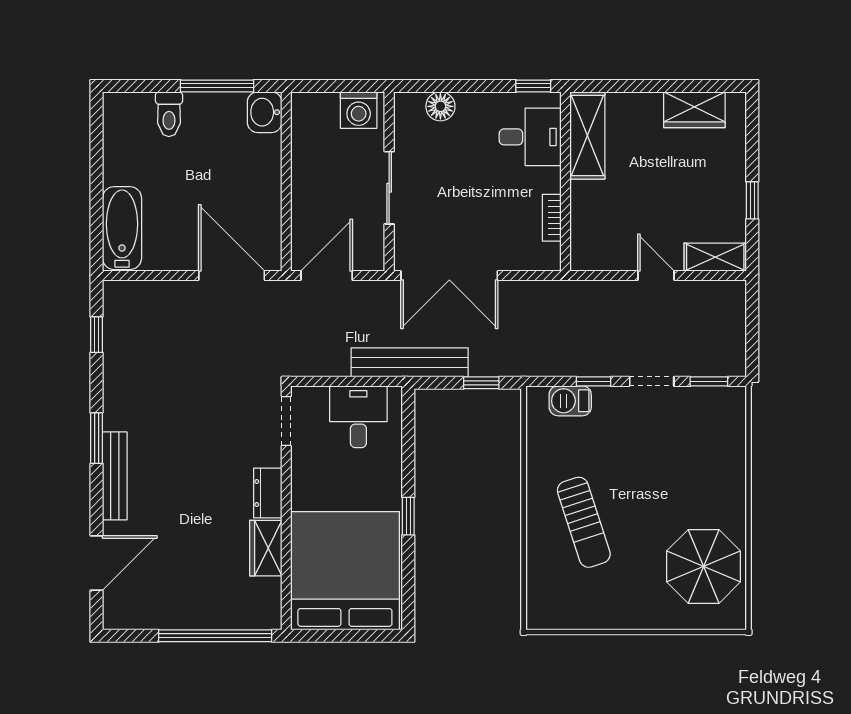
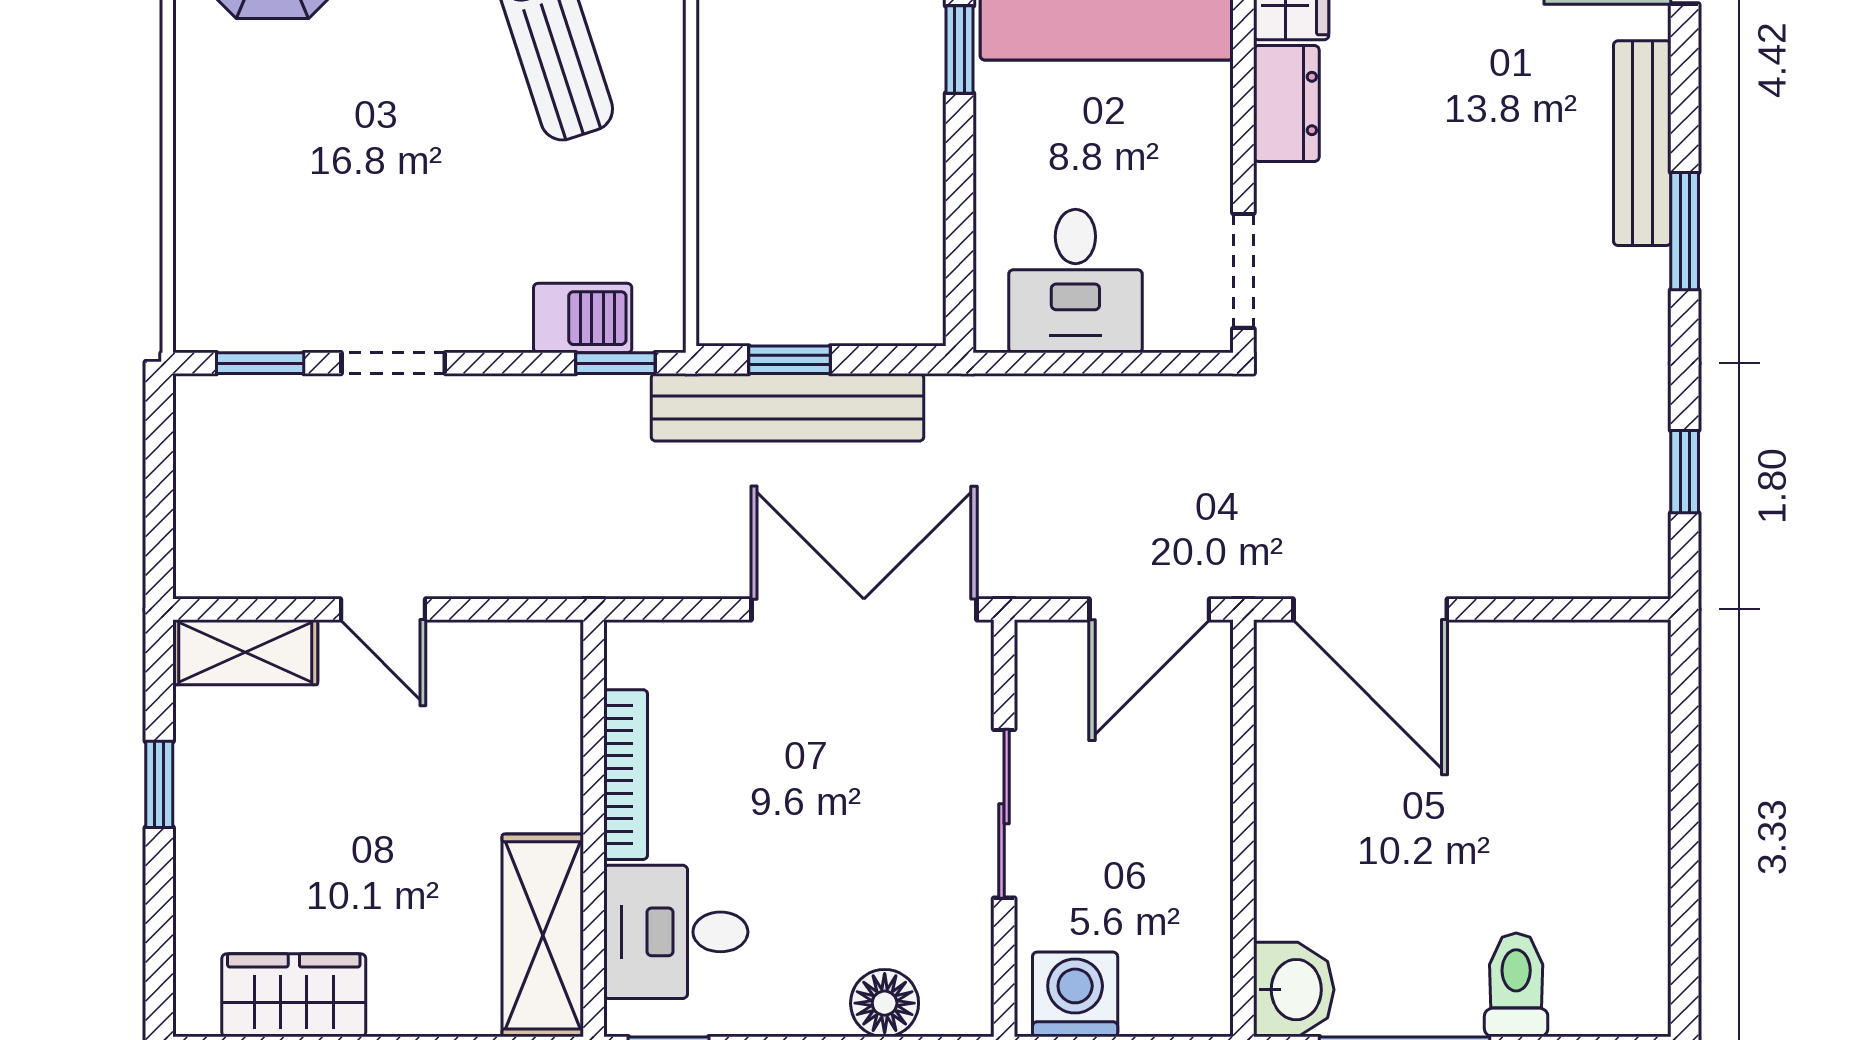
bookcase: (552, 218) -> (626, 775), width x1.56
bathtub: (122, 228) -> (1625, 720), removed
bench: (410, 362) -> (787, 407), moved
window: (594, 381) -> (615, 363), moved

